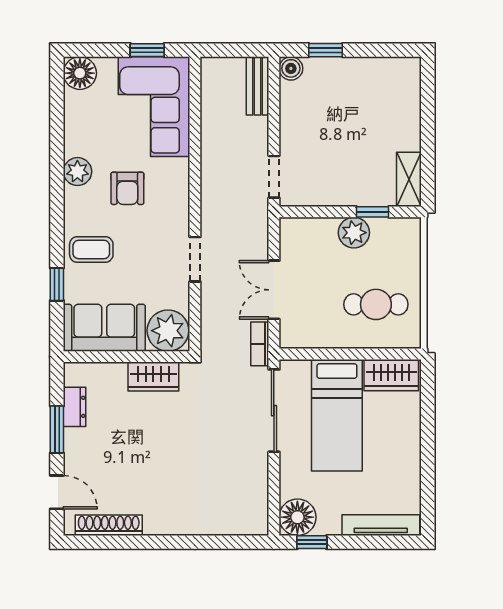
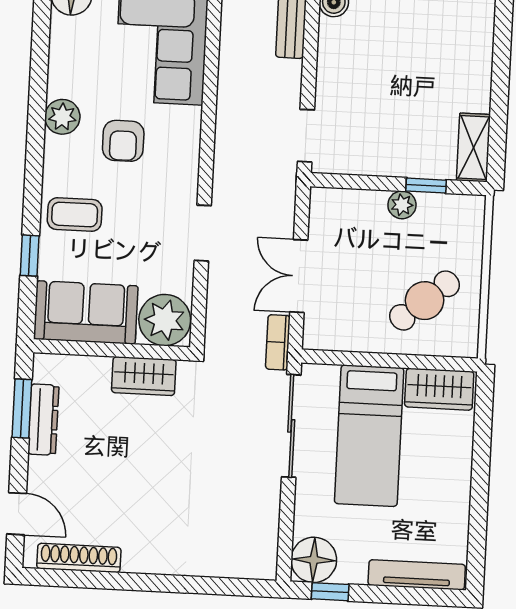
plant: (354, 233) -> (402, 205), width x0.73, depth x0.73
cafe table: (376, 304) -> (425, 301), turned -40
dresser: (75, 407) -> (43, 420), width x1.44
window: (57, 429) -> (22, 408), moved

